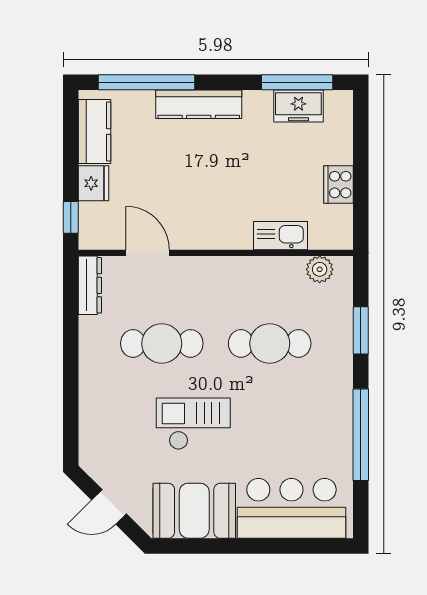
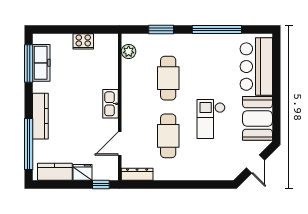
freezer: (298, 106) -> (41, 63), width x1.40
kitchen sink: (281, 236) -> (111, 104), moved

